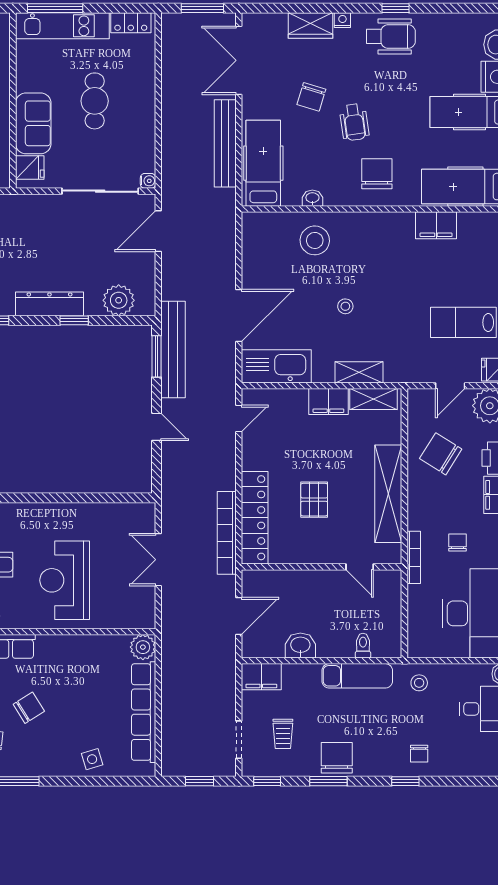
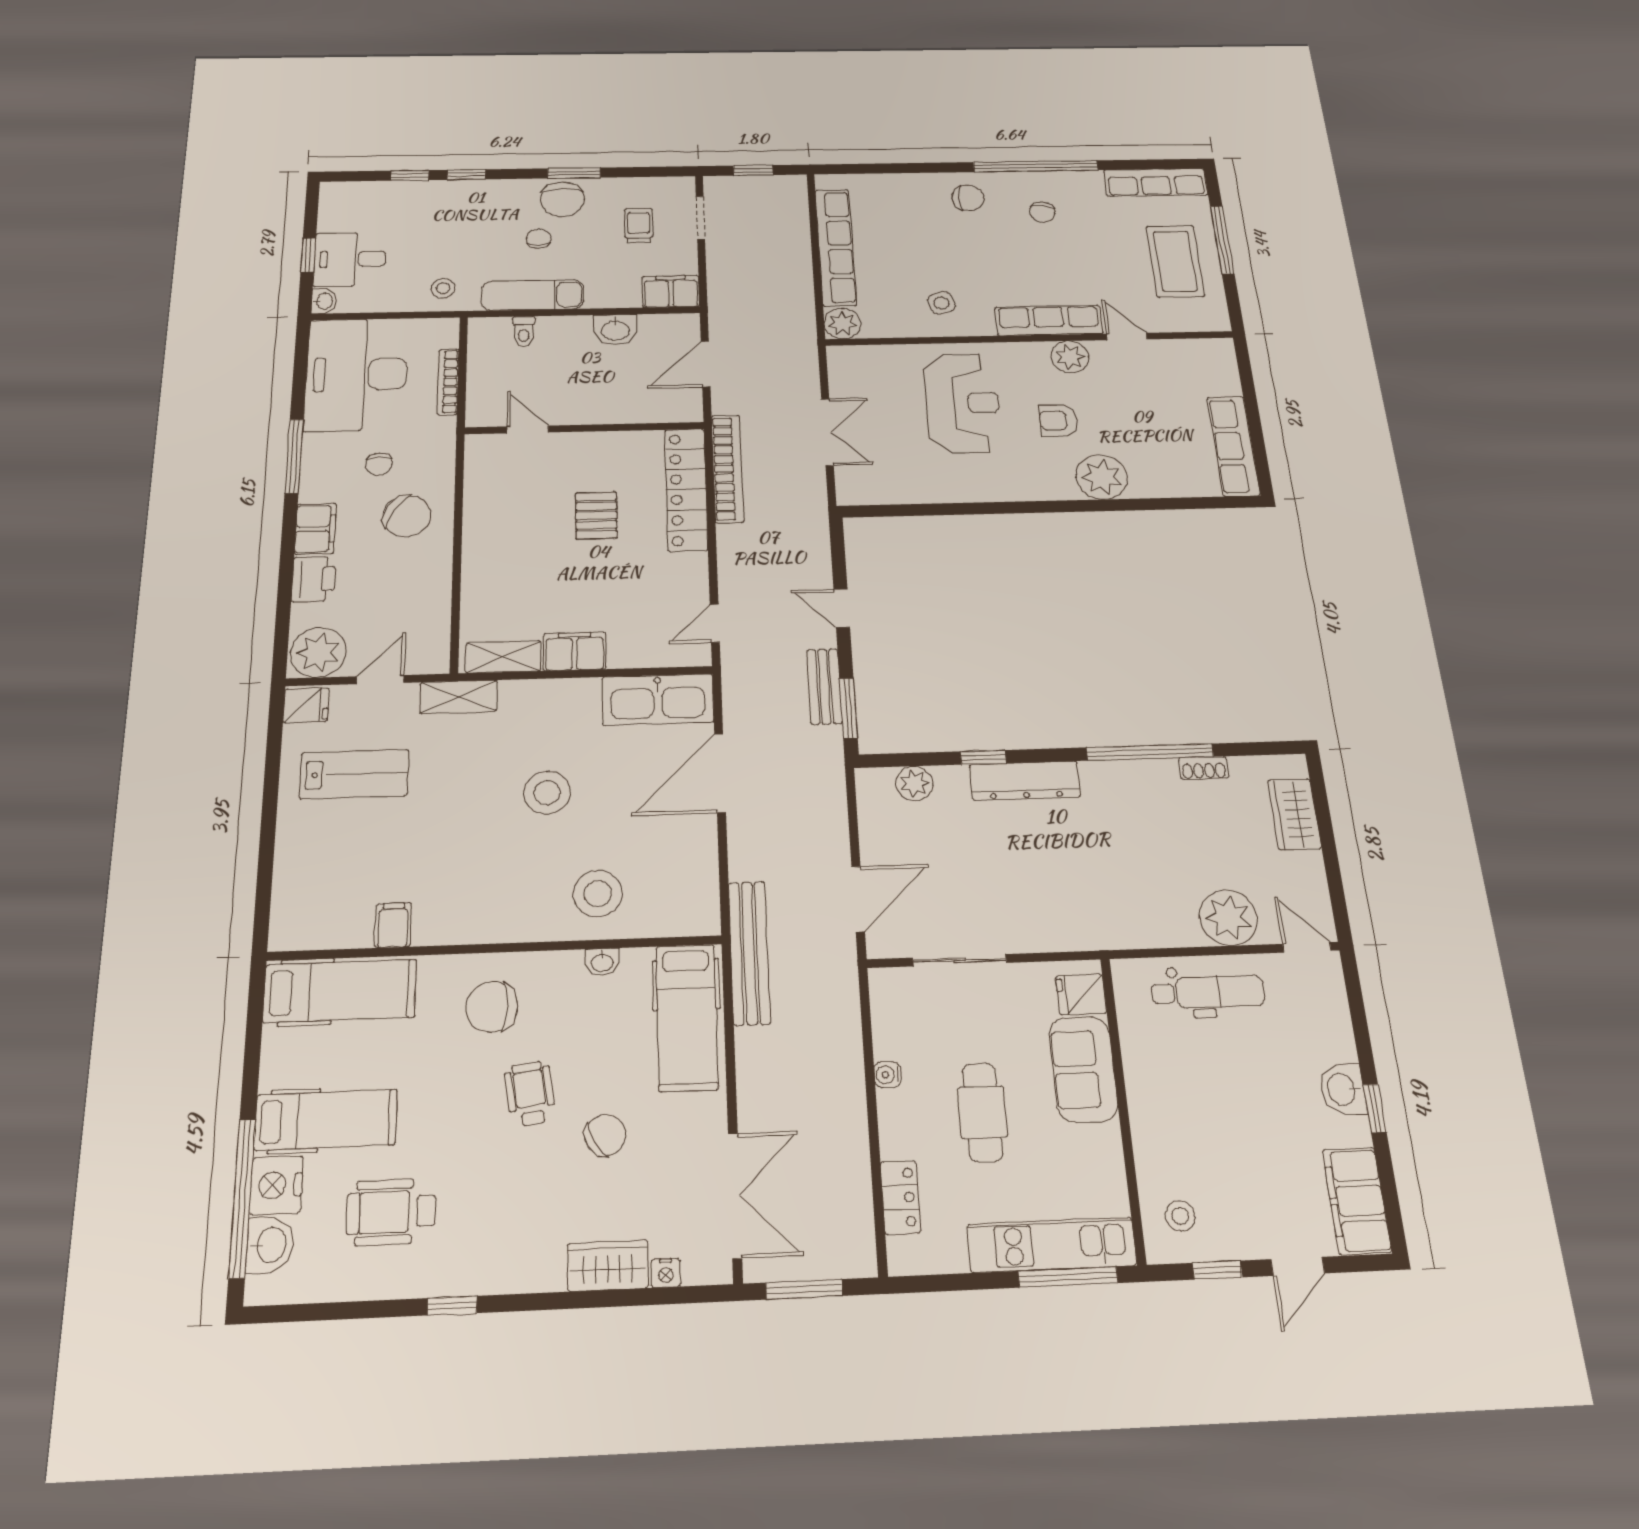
nightstand: (342, 20) -> (666, 1273), moved
locker: (131, 23) -> (900, 1197), moved, turned 90
wheelchair: (391, 36) -> (391, 1212), moved
chair: (311, 97) -> (605, 1135), turned 43
bench: (225, 143) -> (749, 953), moved
chair: (377, 174) -> (492, 1007), turned 91
water cooler: (148, 181) -> (887, 1075), moved
sliding door: (100, 191) -> (960, 960), width x0.73
filing cabinet: (436, 225) -> (393, 925), width x0.50
plant: (119, 300) -> (914, 783), width x0.73, depth x0.73
stool: (345, 306) -> (547, 793), width x1.89, depth x1.89
bench: (173, 350) -> (824, 686), width x0.54, depth x0.82
shelving: (359, 372) -> (459, 697), moved
chair: (441, 454) -> (407, 516), moved
shelving: (388, 494) -> (483, 526), removed
bookcase: (414, 557) -> (448, 382), moved
chair: (29, 708) -> (968, 198), moved, turned -148
chair: (419, 754) -> (539, 239), moved
side table: (92, 759) -> (941, 303), moved
window: (267, 781) -> (410, 175), moved

